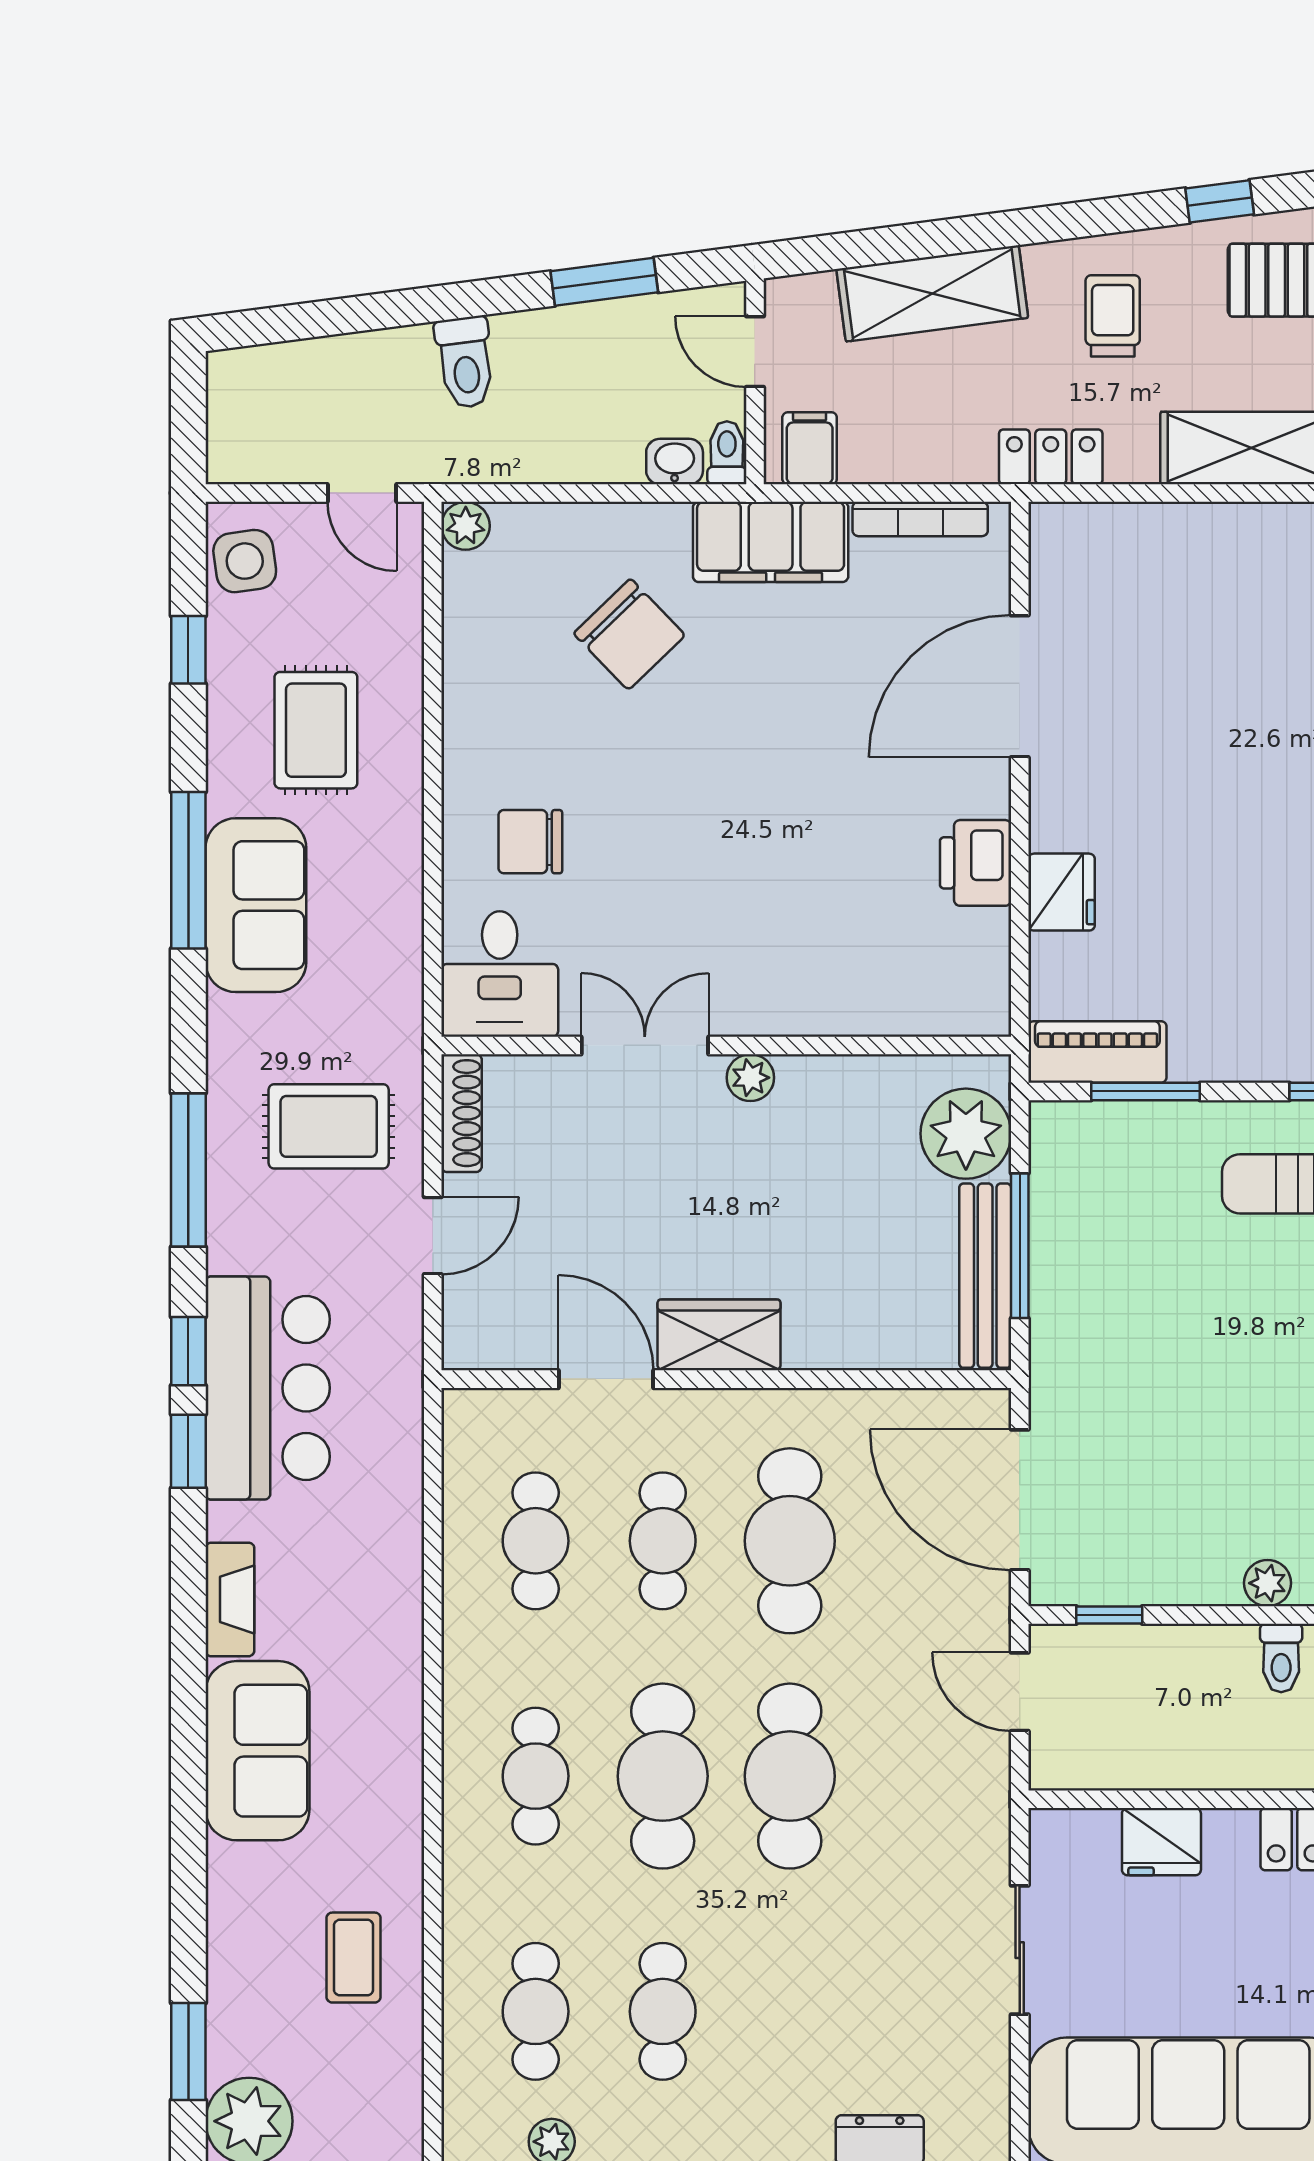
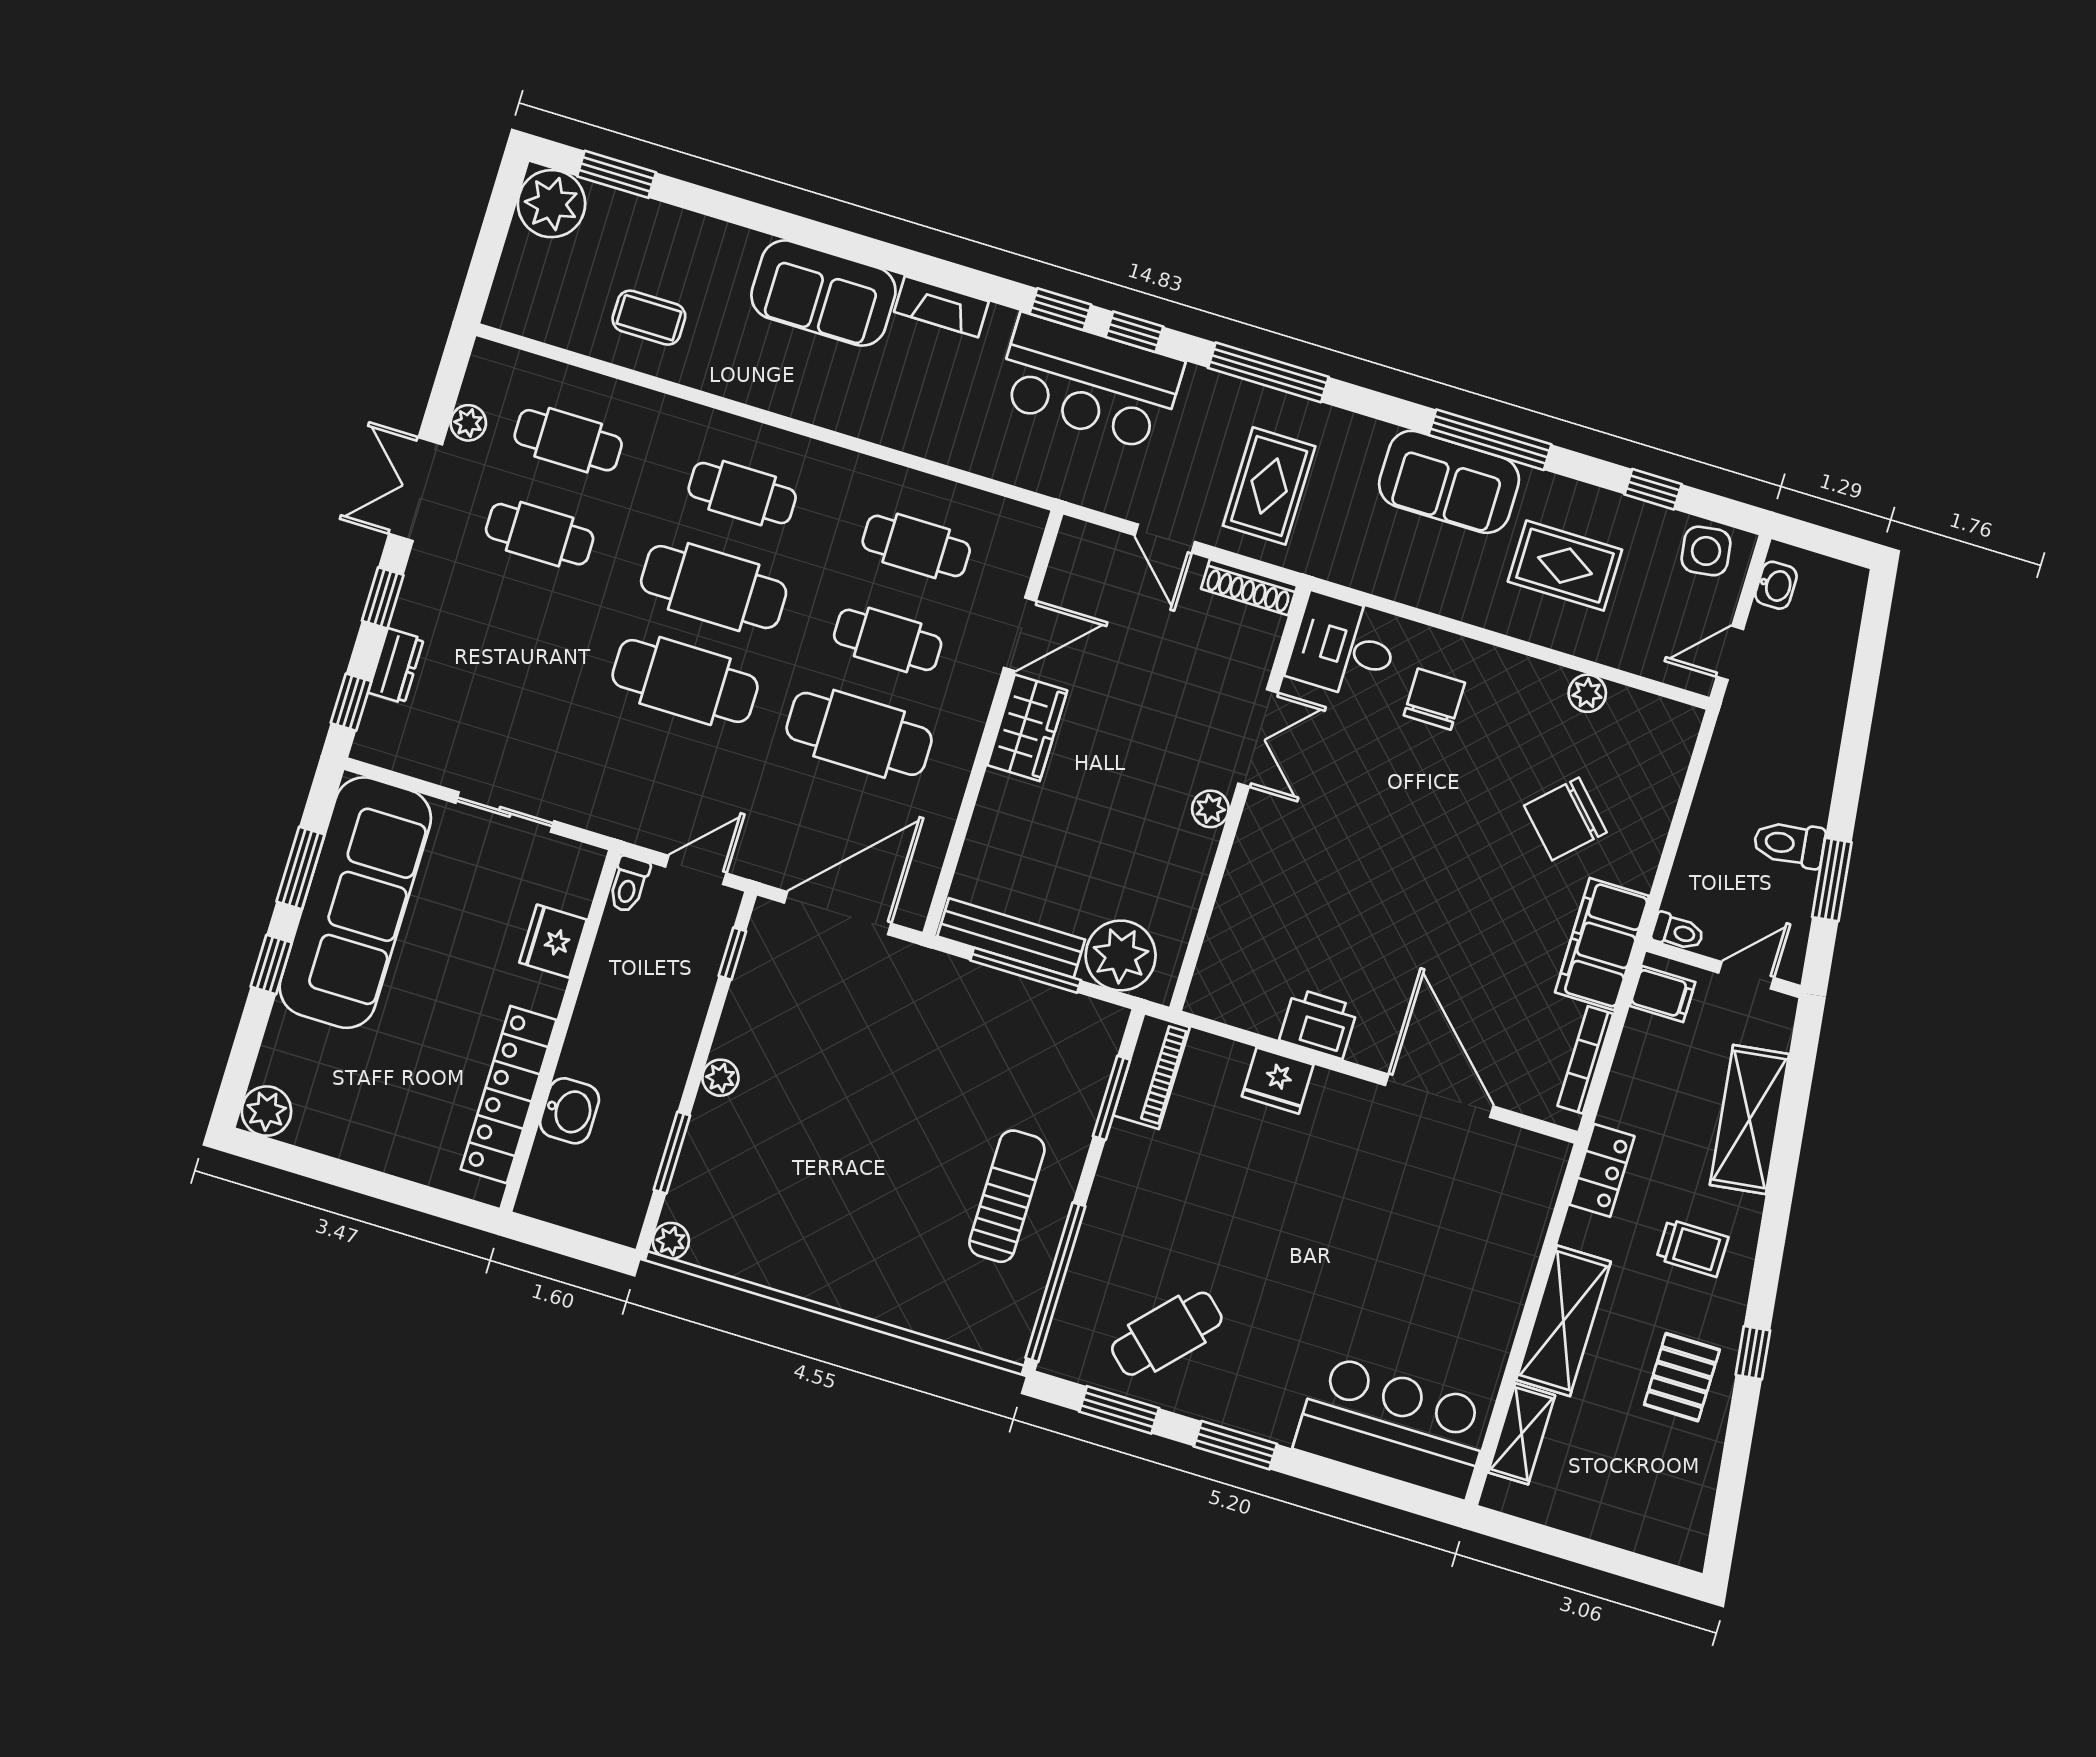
toilet: (465, 362) -> (1789, 844), moved
washbasin: (675, 462) -> (1776, 585), moved
plant: (466, 526) -> (1587, 693), moved
toilet: (1281, 1658) -> (629, 884), moved, turned -90

